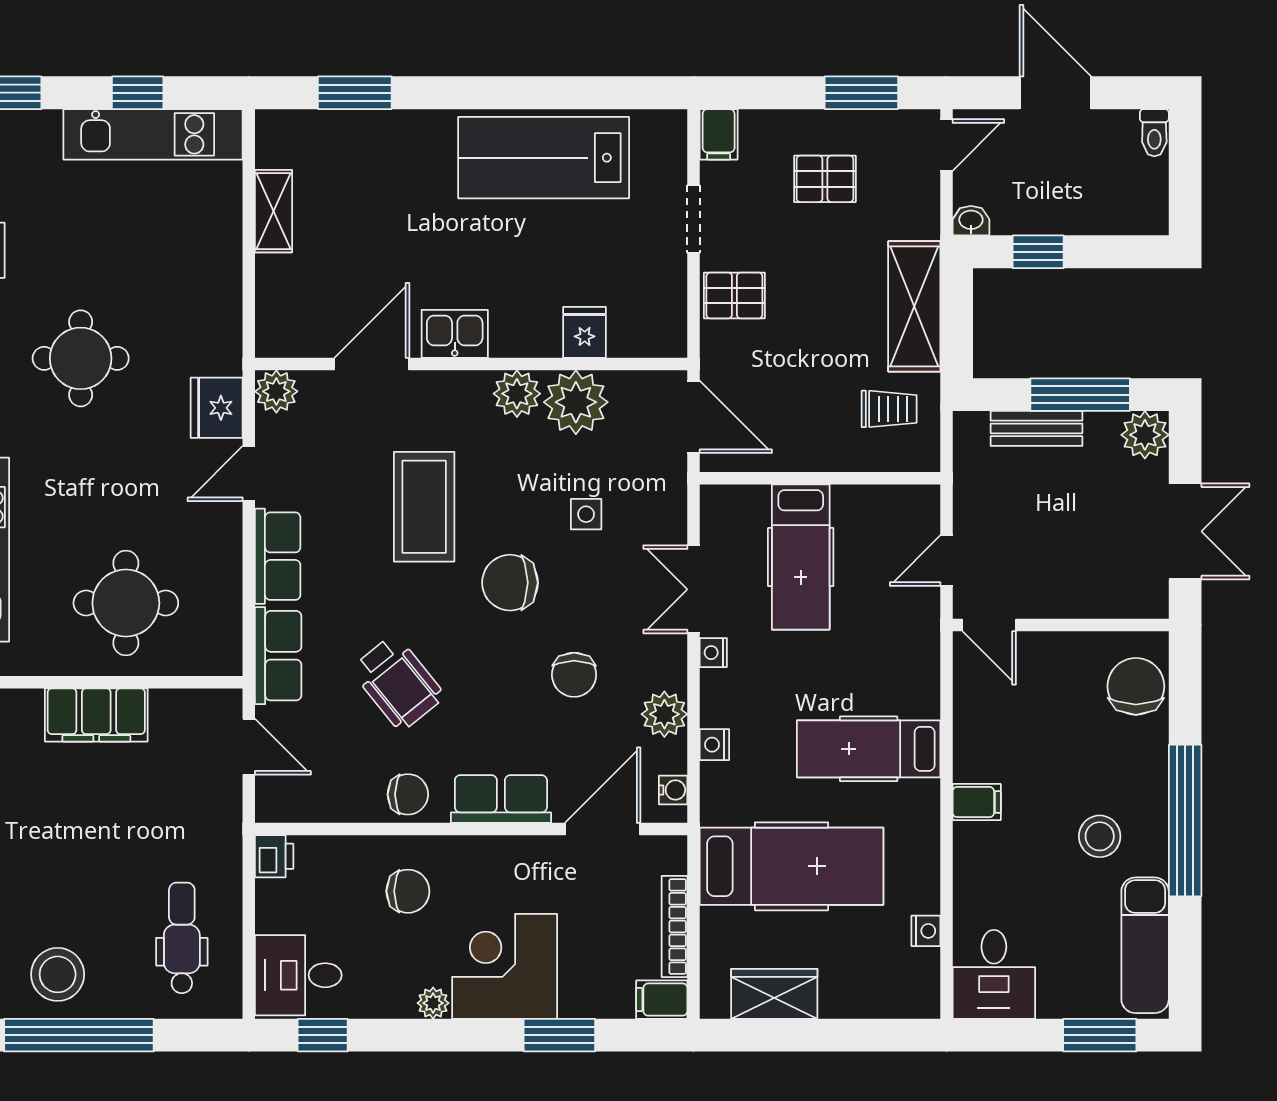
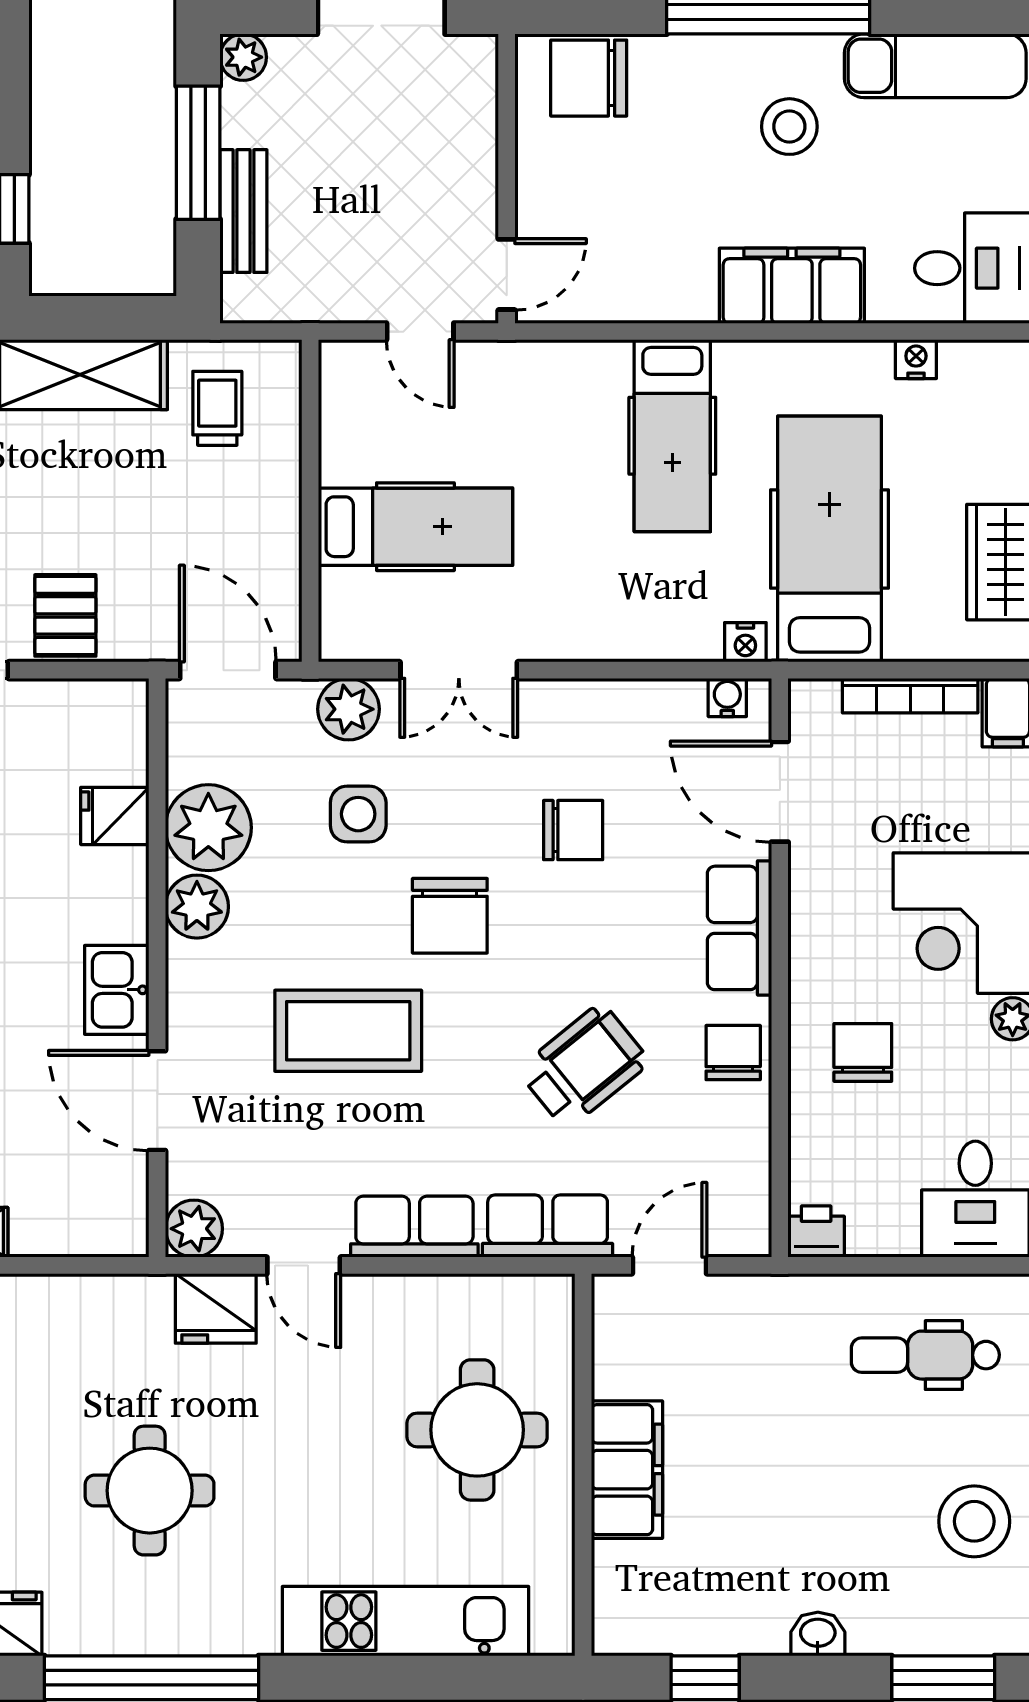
door: (694, 417) -> (228, 670), hinge flipped
plant: (1145, 435) -> (243, 57), width x0.73, depth x0.73
side table: (586, 514) -> (358, 814), width x1.37, depth x1.37
nightstand: (713, 653) -> (543, 644), removed
plant: (664, 714) -> (348, 709), moved
nightstand: (714, 745) -> (745, 642), moved
filing cabinet: (977, 802) -> (792, 286), width x3.00, depth x1.17

